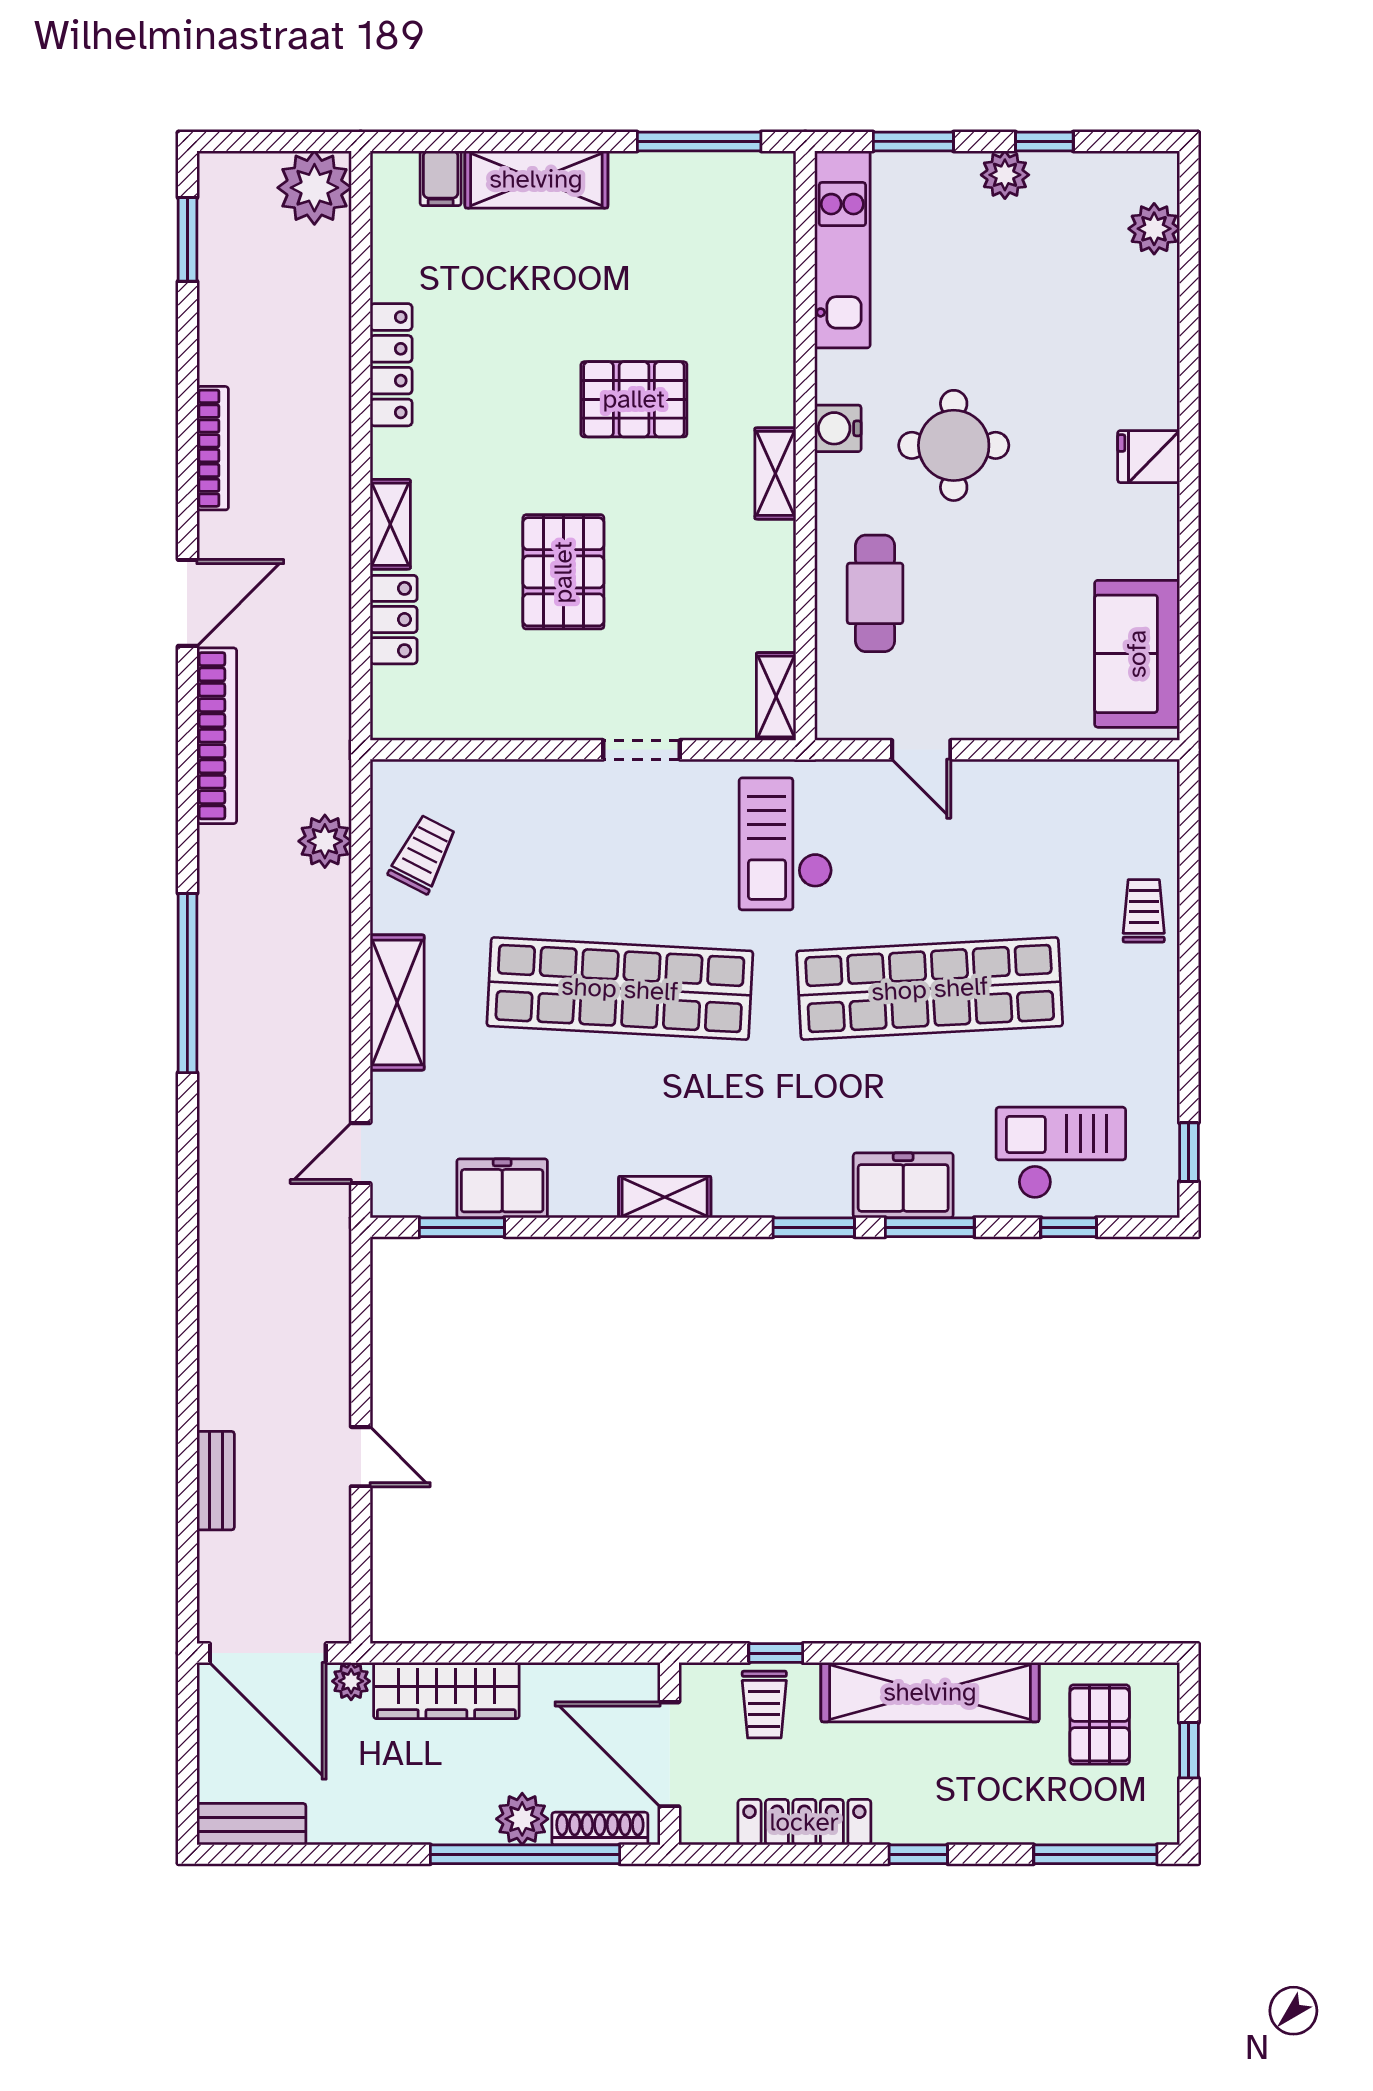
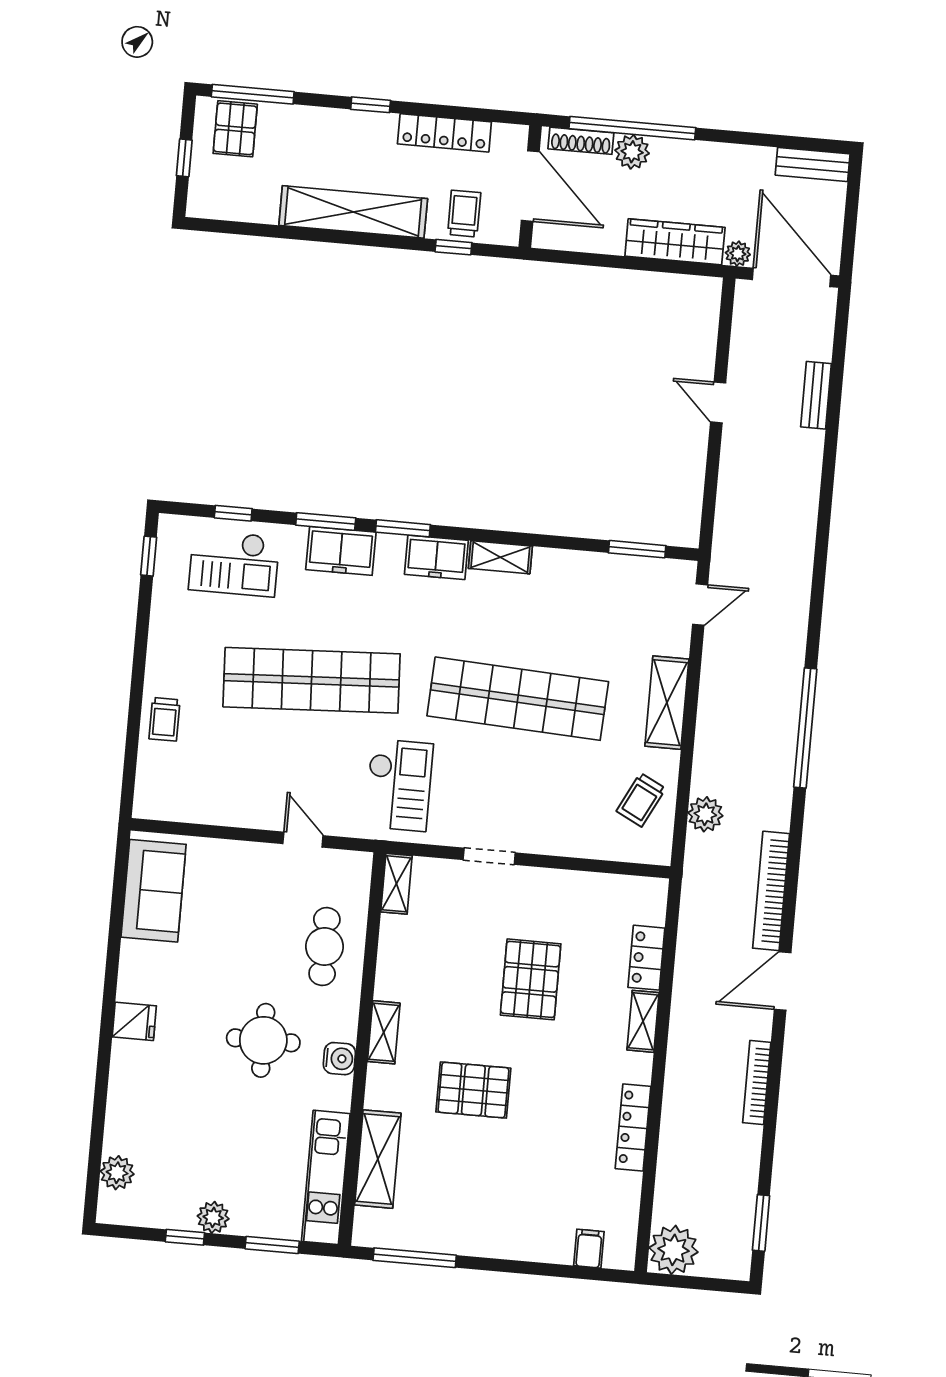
shelving: (536, 179) -> (378, 1159), moved, turned 90
freezer: (502, 1188) -> (436, 557), moved
pallet: (1100, 1725) -> (235, 129), moved

